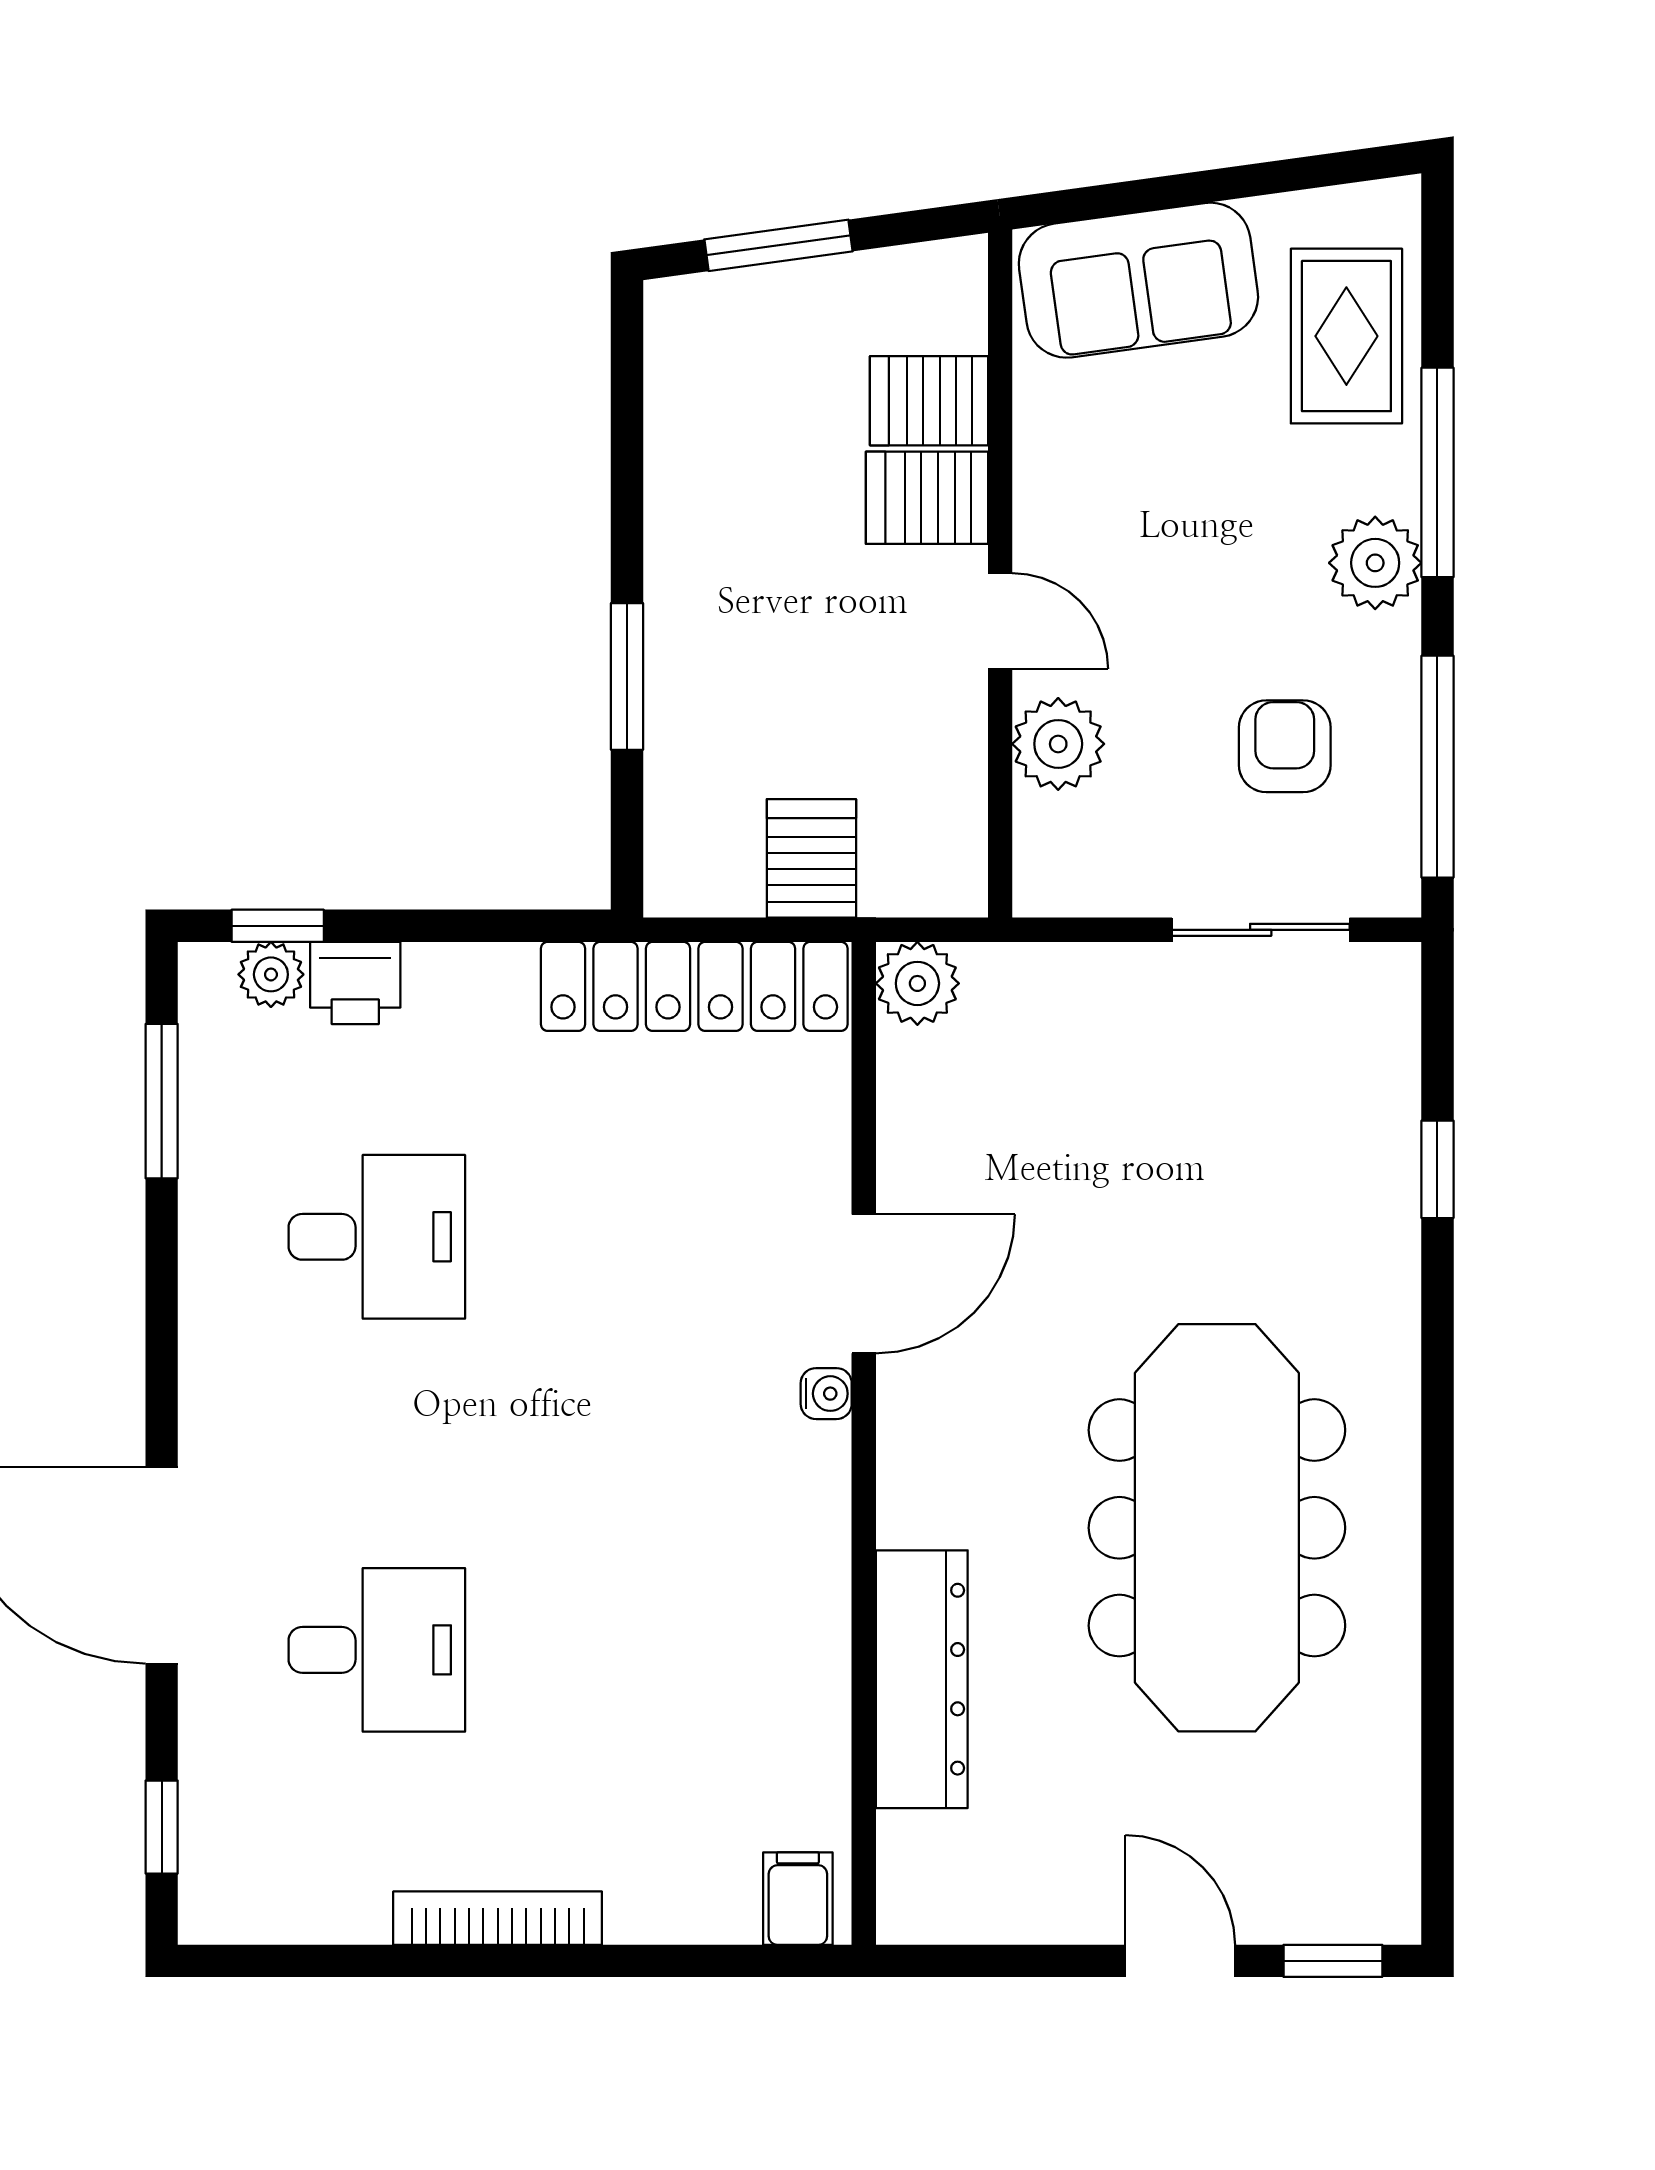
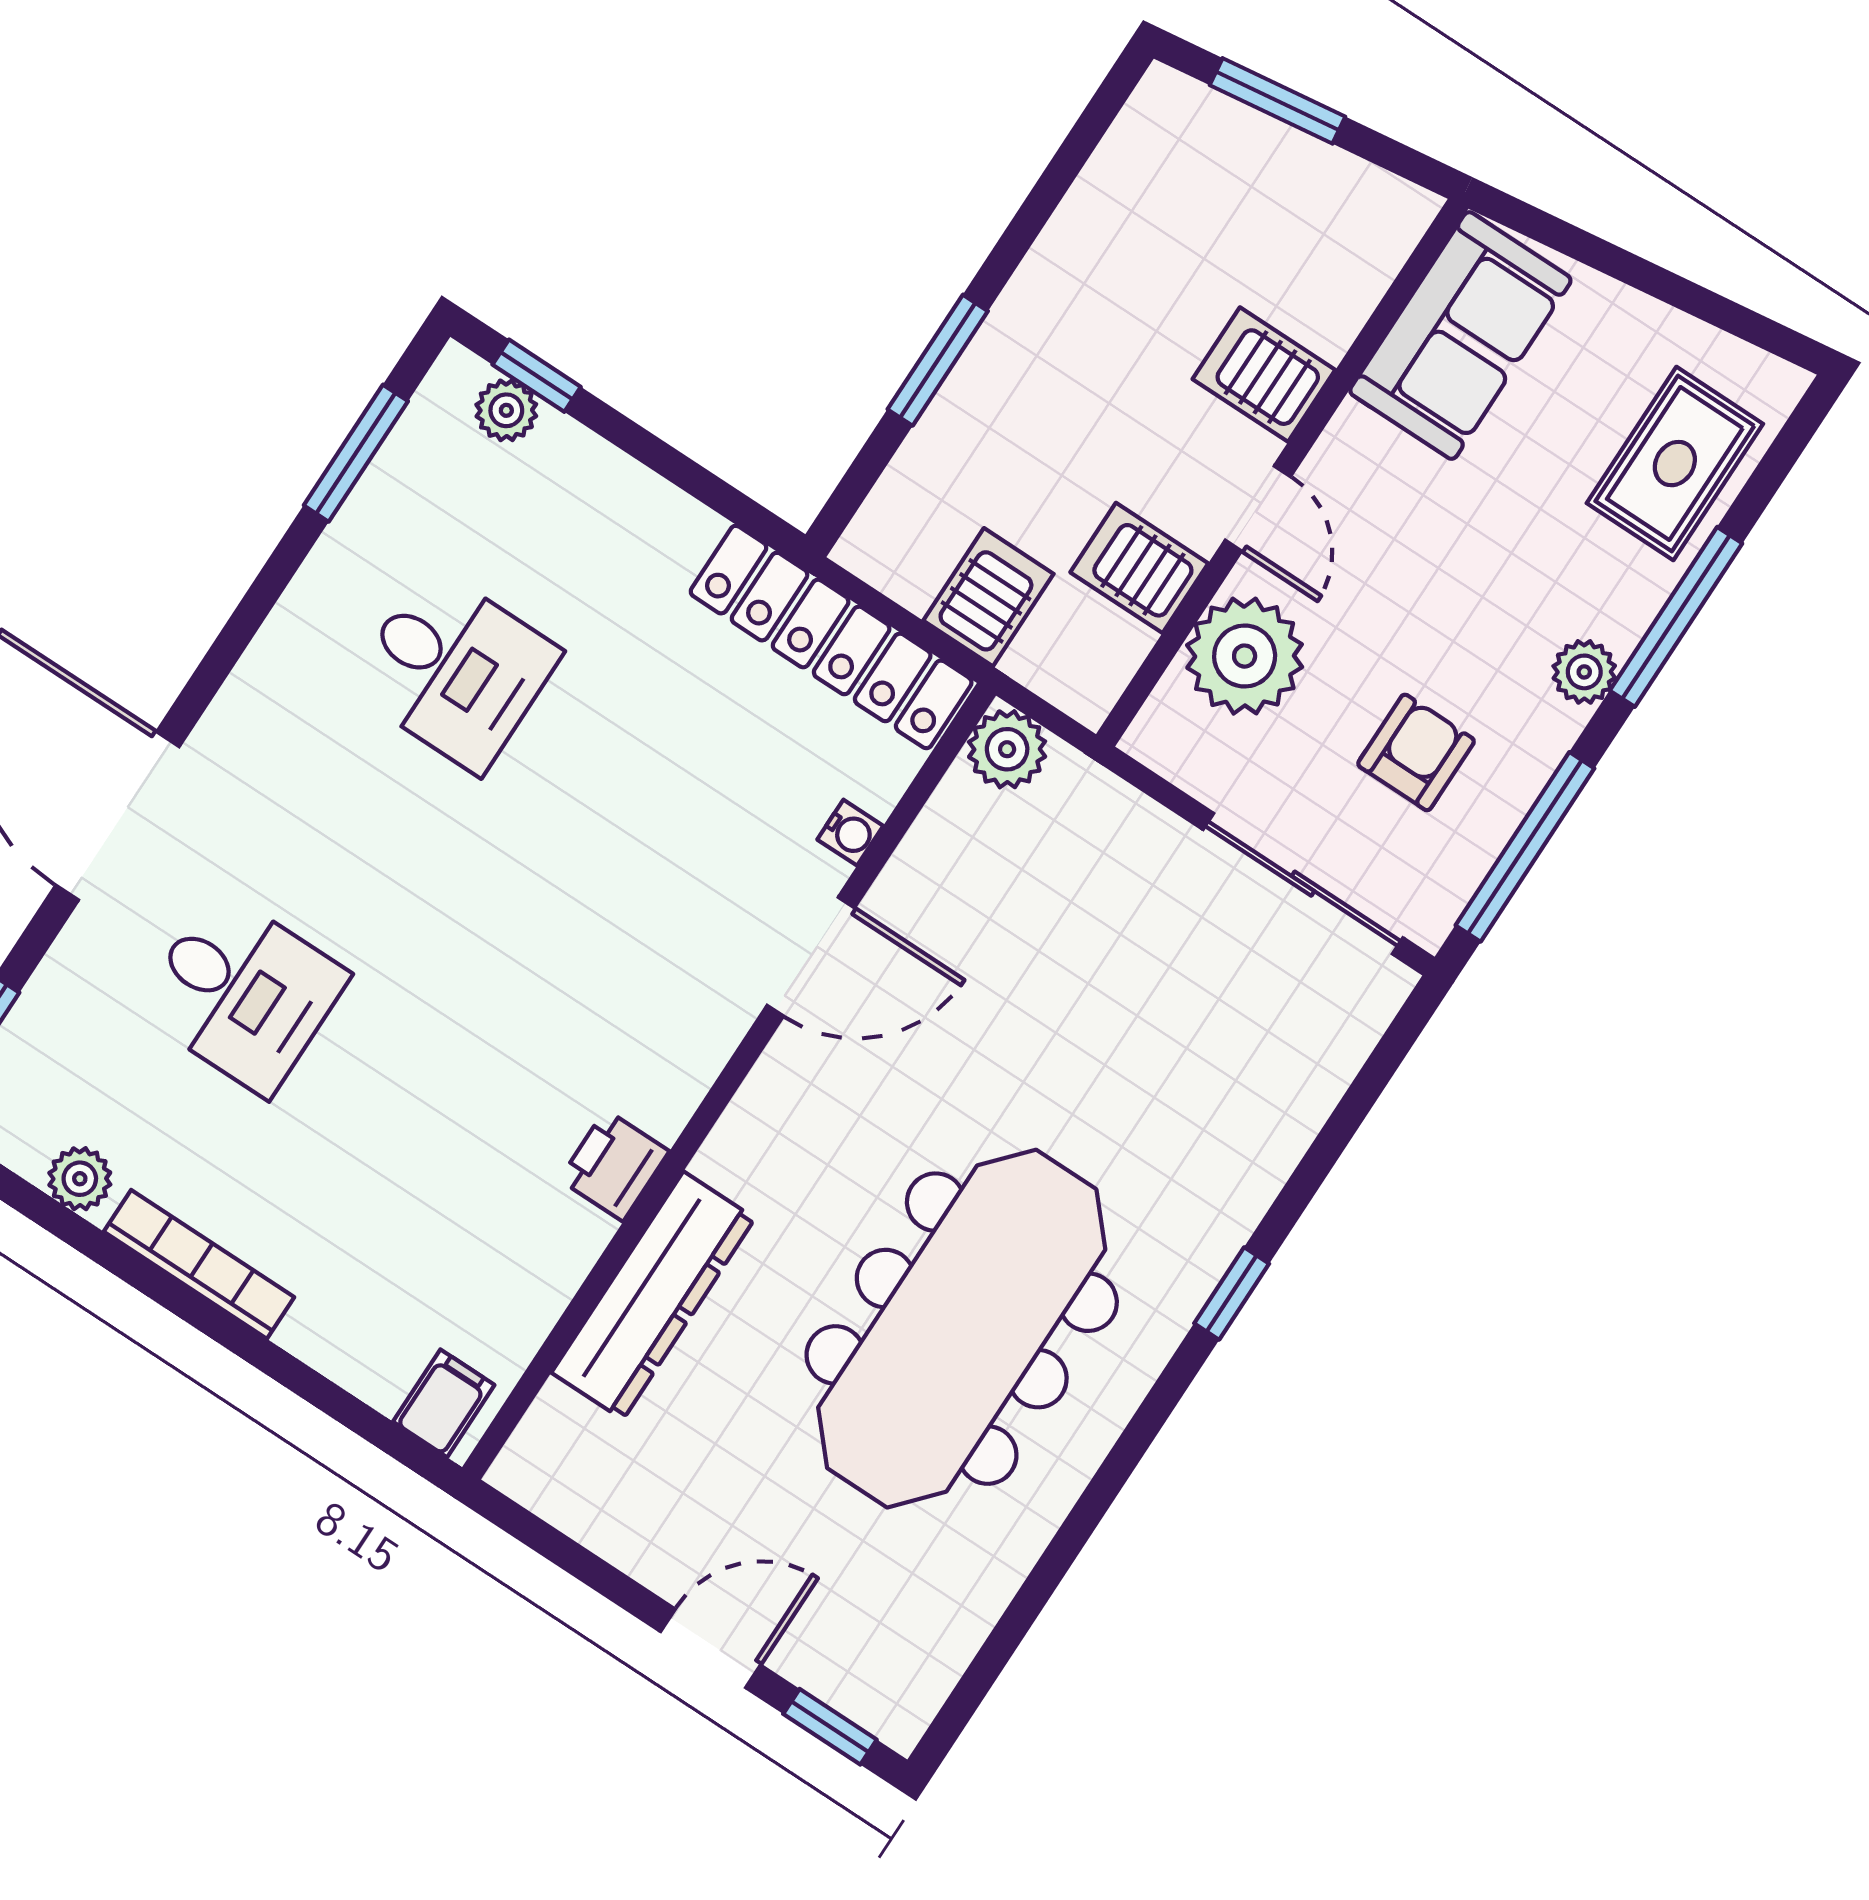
sofa: (1138, 280) -> (1460, 336), moved, turned -82
server rack: (929, 401) -> (1139, 568), moved
plant: (1375, 563) -> (1584, 672), width x0.73, depth x0.73
plant: (1058, 744) -> (1245, 656), width x1.36, depth x1.36
sliding door: (1261, 930) -> (1303, 884), width x1.37
printer: (355, 983) -> (614, 1165), moved, turned 90
window: (1437, 1169) -> (1232, 1293), moved
water cooler: (826, 1394) -> (850, 833), moved
plant: (341, 1911) -> (80, 1179), added
door: (1180, 1961) -> (711, 1648), hinge flipped

